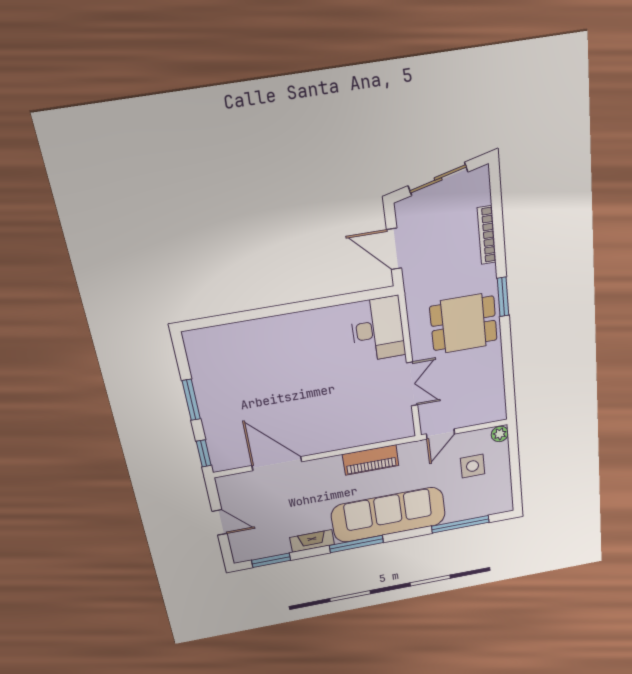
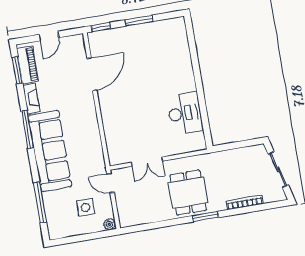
door: (394, 249) -> (236, 145), removed
desk: (378, 329) -> (185, 113), moved, turned -90
piano: (371, 460) -> (28, 65), moved, turned 180

